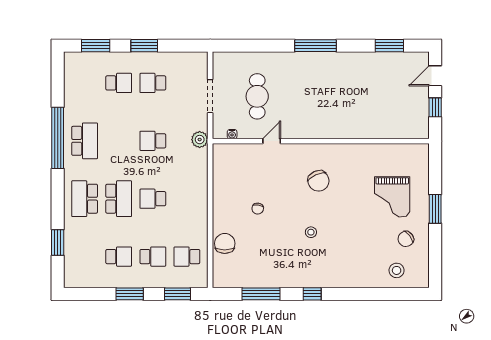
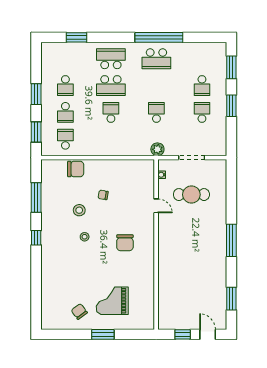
chair: (318, 181) -> (125, 243), turned -66
stool: (397, 270) -> (79, 210), moved

